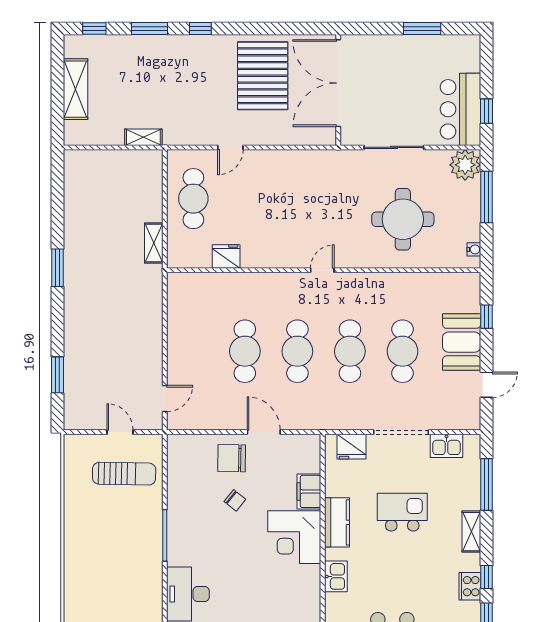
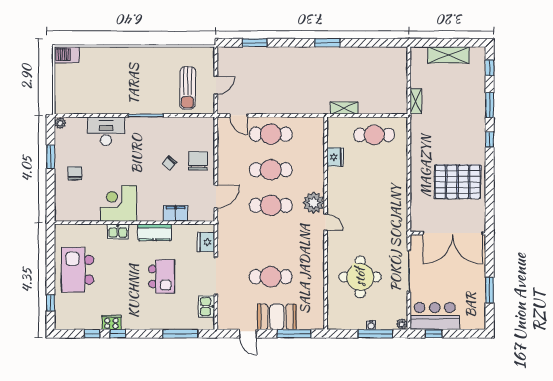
double door: (338, 83) -> (453, 233), swing flipped
door: (230, 147) -> (409, 160), removed
plant: (465, 165) -> (402, 324), width x0.53, depth x0.53
water cooler: (474, 249) -> (371, 325), moved
plant: (293, 288) -> (314, 203), added
window: (486, 317) -> (294, 334), width x2.17
cafe table: (350, 351) -> (271, 134), moved
door: (264, 432) -> (216, 197), moved
shelving: (471, 532) -> (148, 323), removed
corner desk: (294, 537) -> (118, 203), moved

